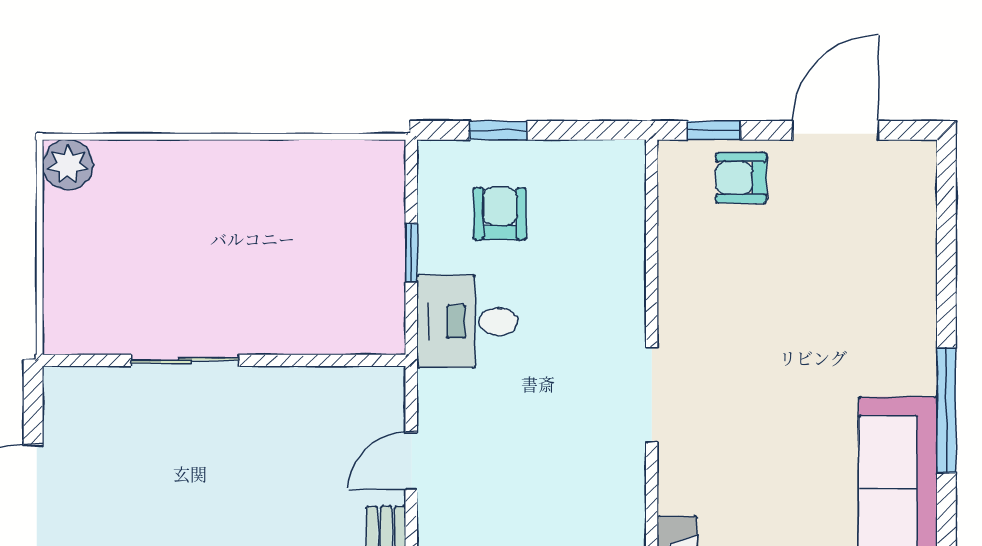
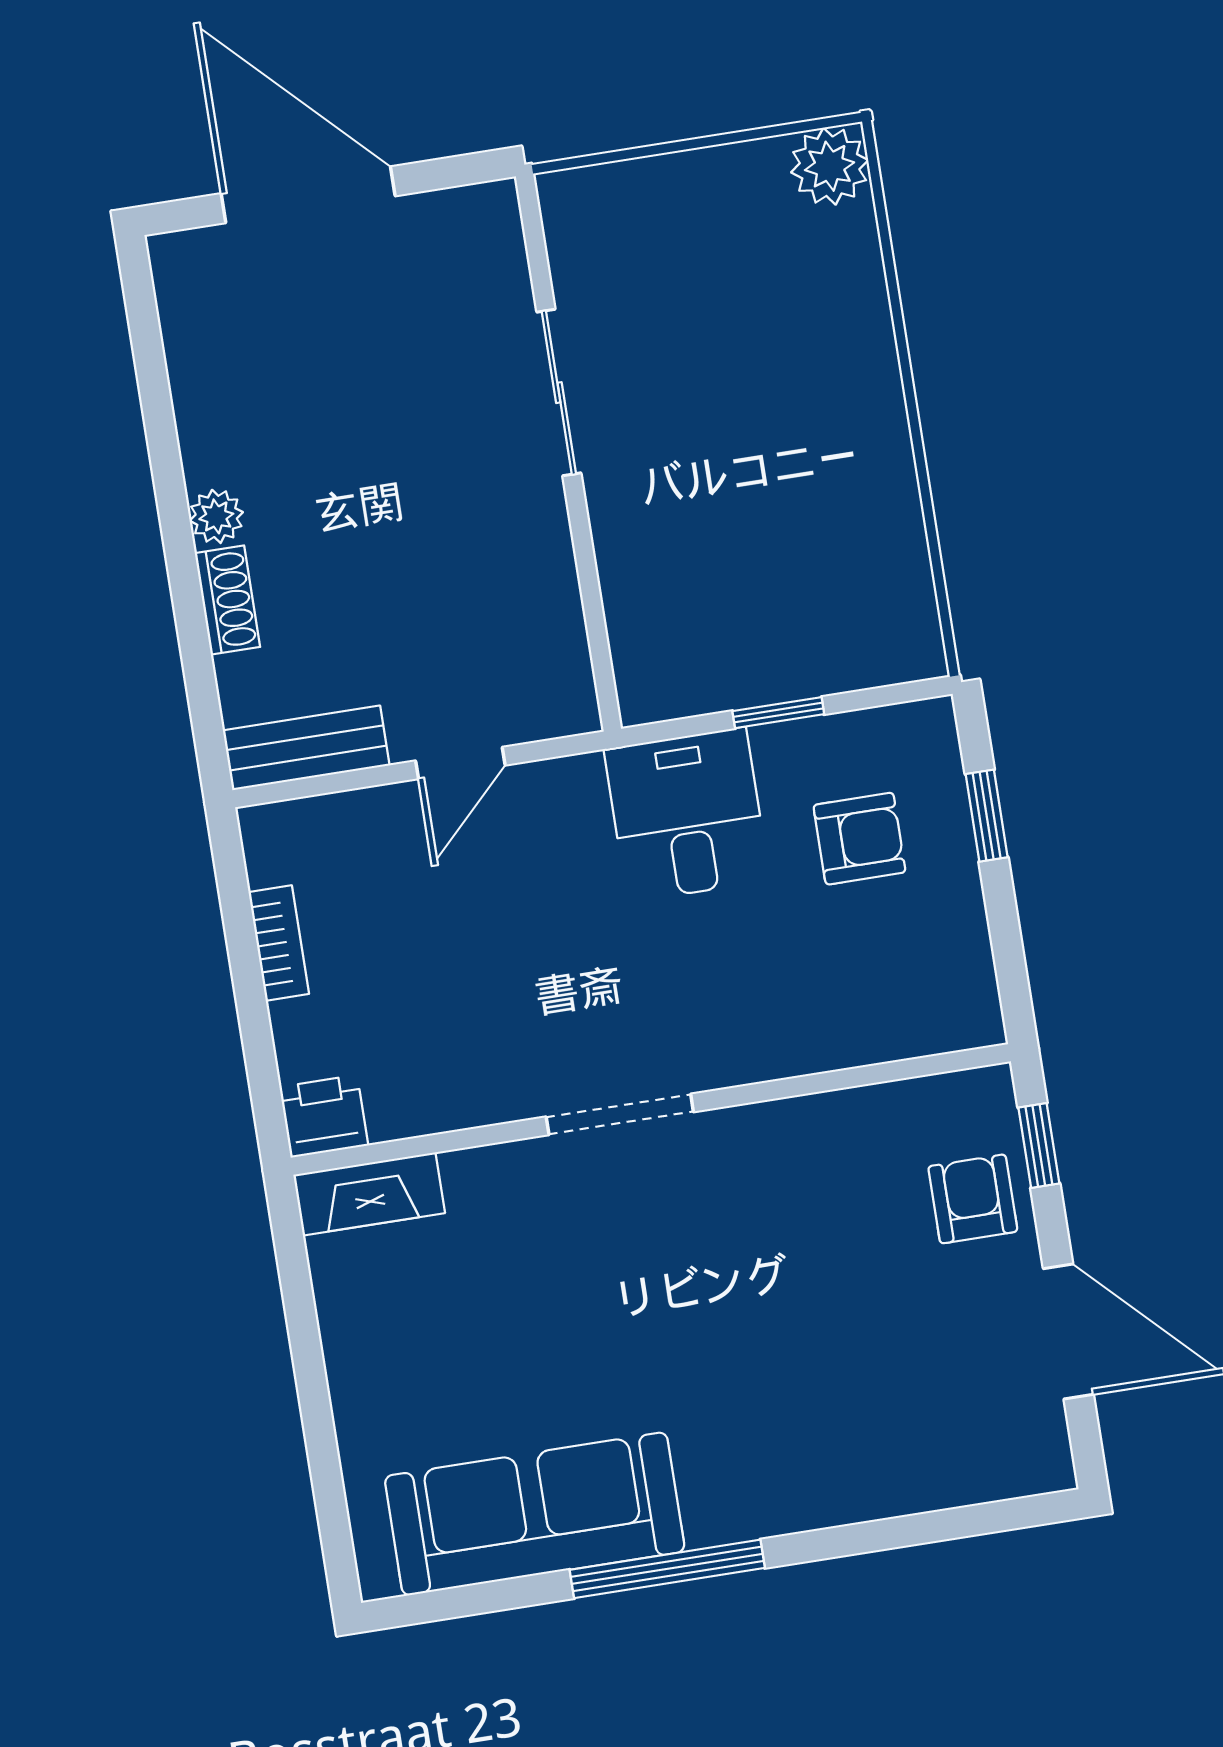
door: (411, 461) -> (460, 763), swing flipped

